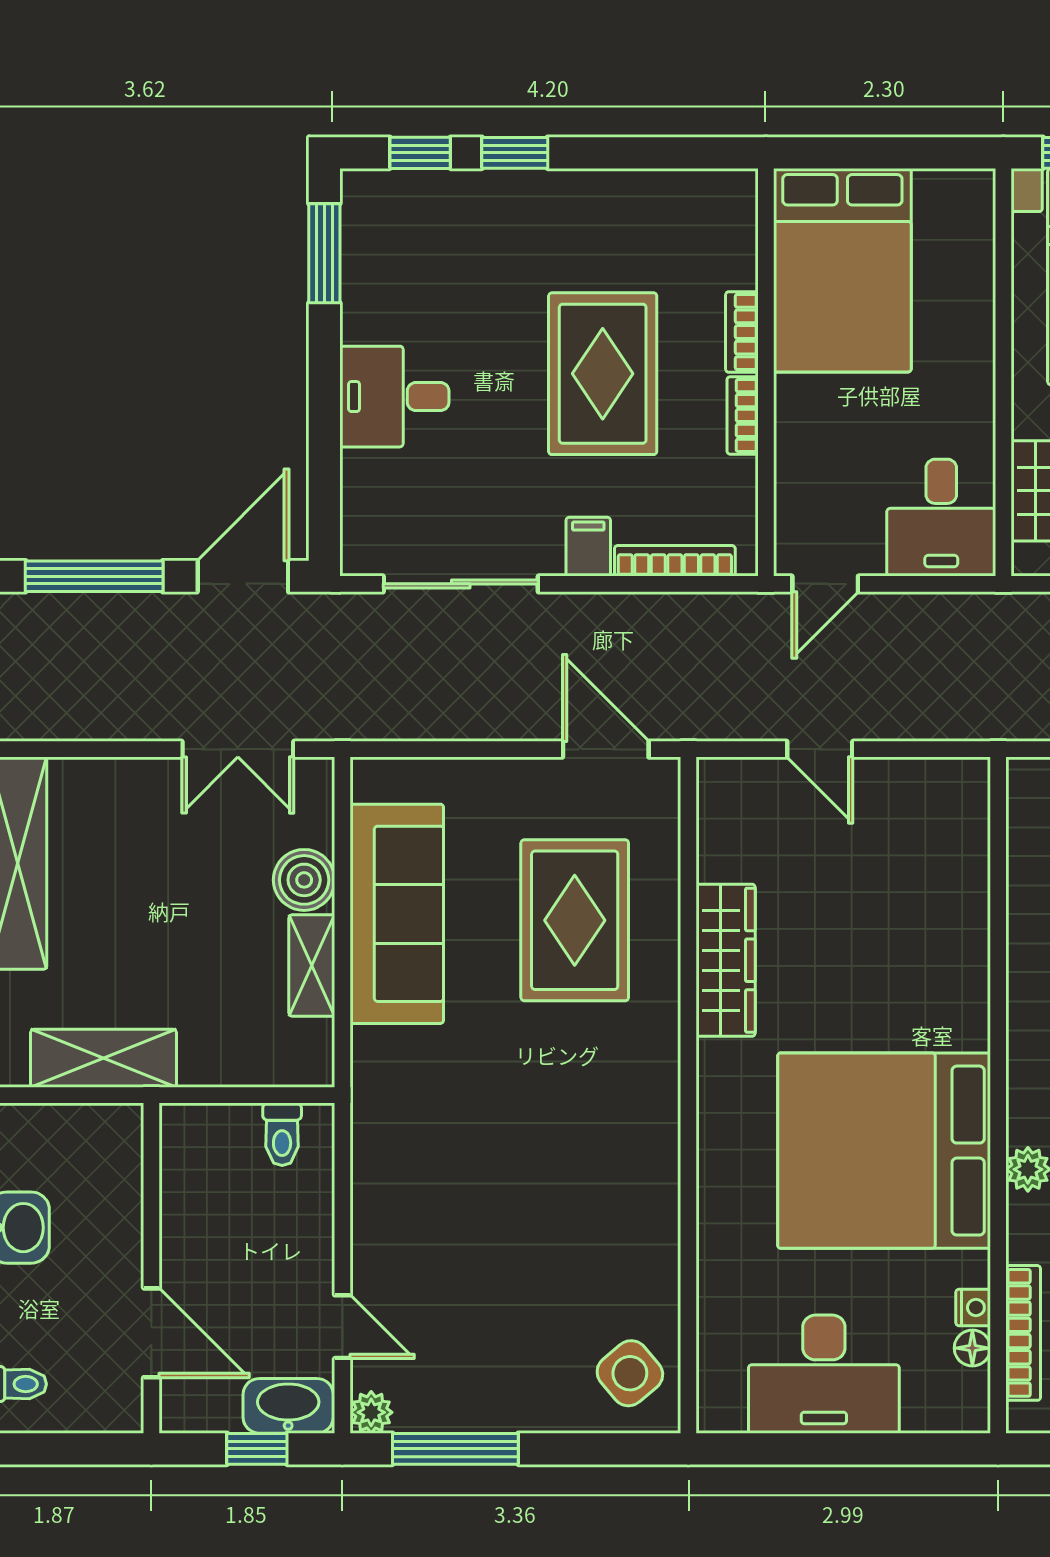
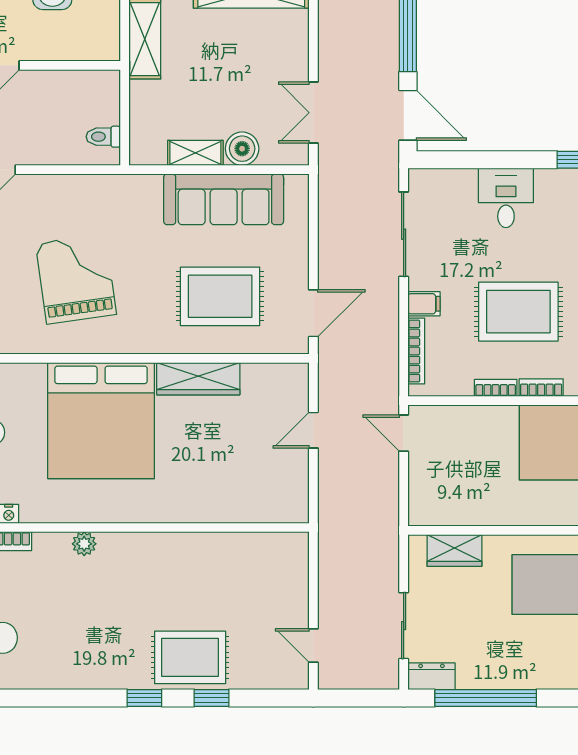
desk: (941, 518) -> (440, 496), removed
bed: (884, 1151) -> (101, 421), moved, turned 180
grand piano: (543, 1184) -> (76, 279), added

